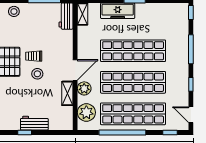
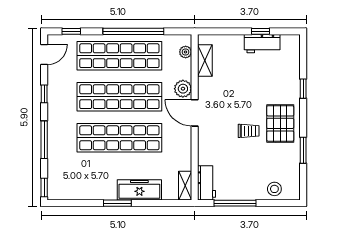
door: (75, 70) -> (195, 113), hinge flipped
stool: (37, 74) -> (244, 108), removed
shelving: (67, 93) -> (205, 60), moved
plant: (86, 112) -> (186, 52), width x0.53, depth x0.53
door: (191, 115) -> (44, 54), hinge flipped
workbench: (34, 123) -> (262, 44), moved

